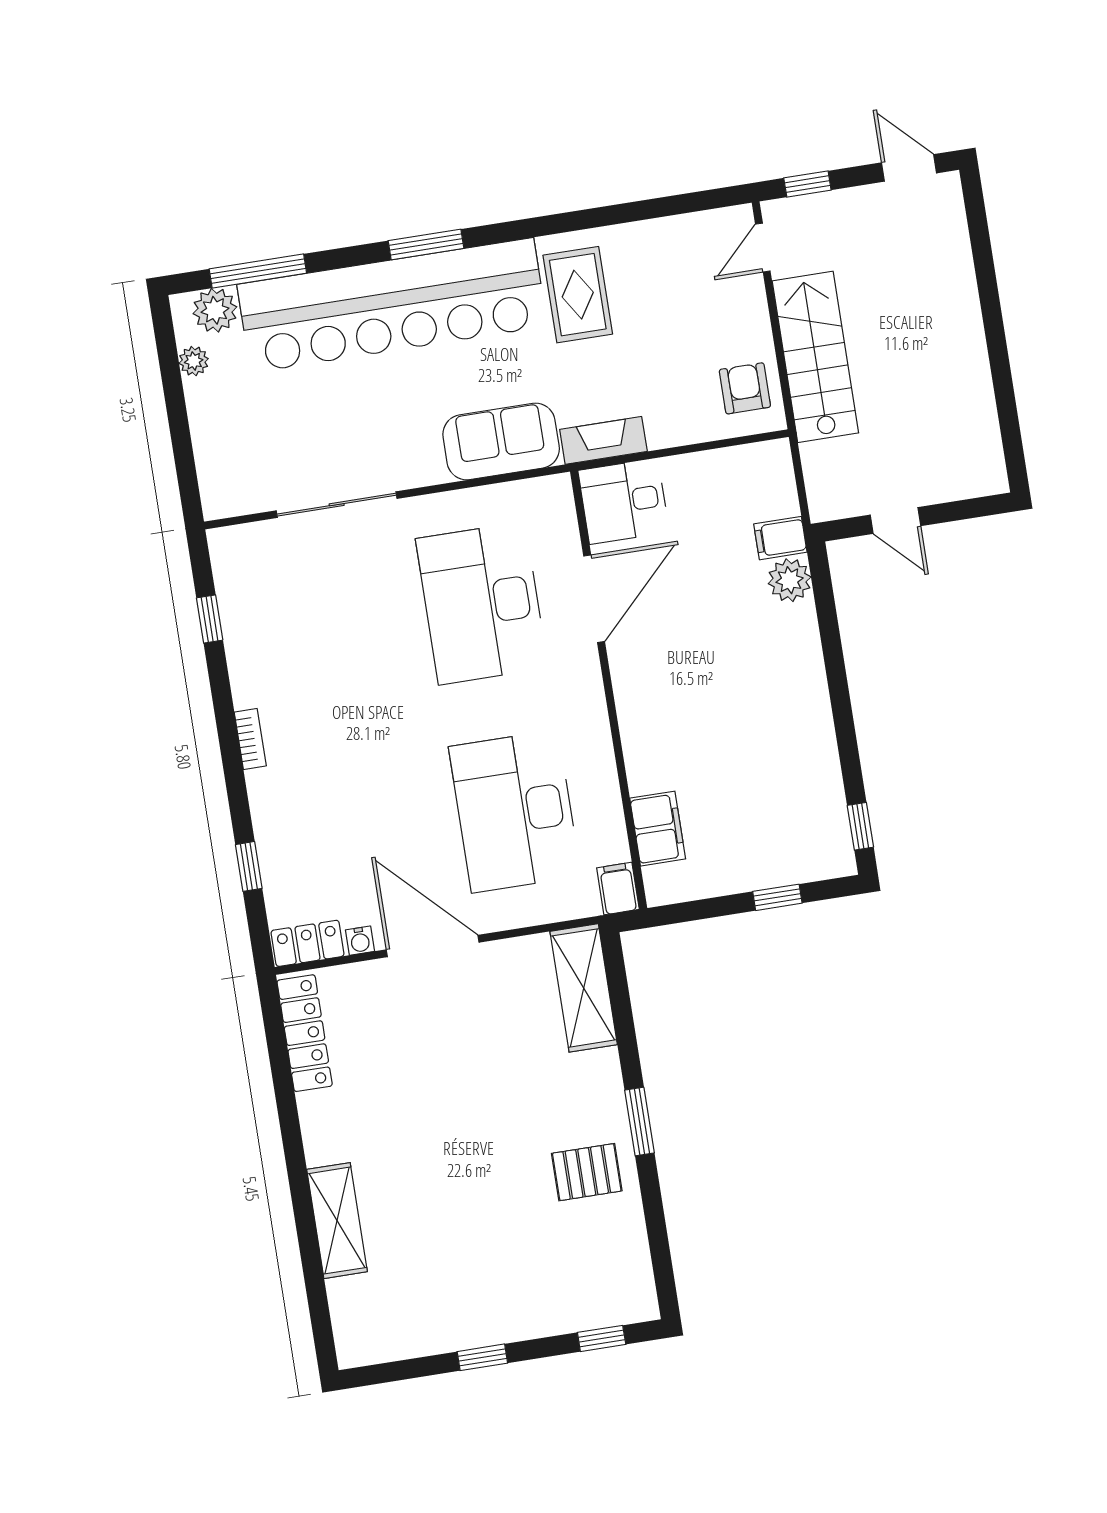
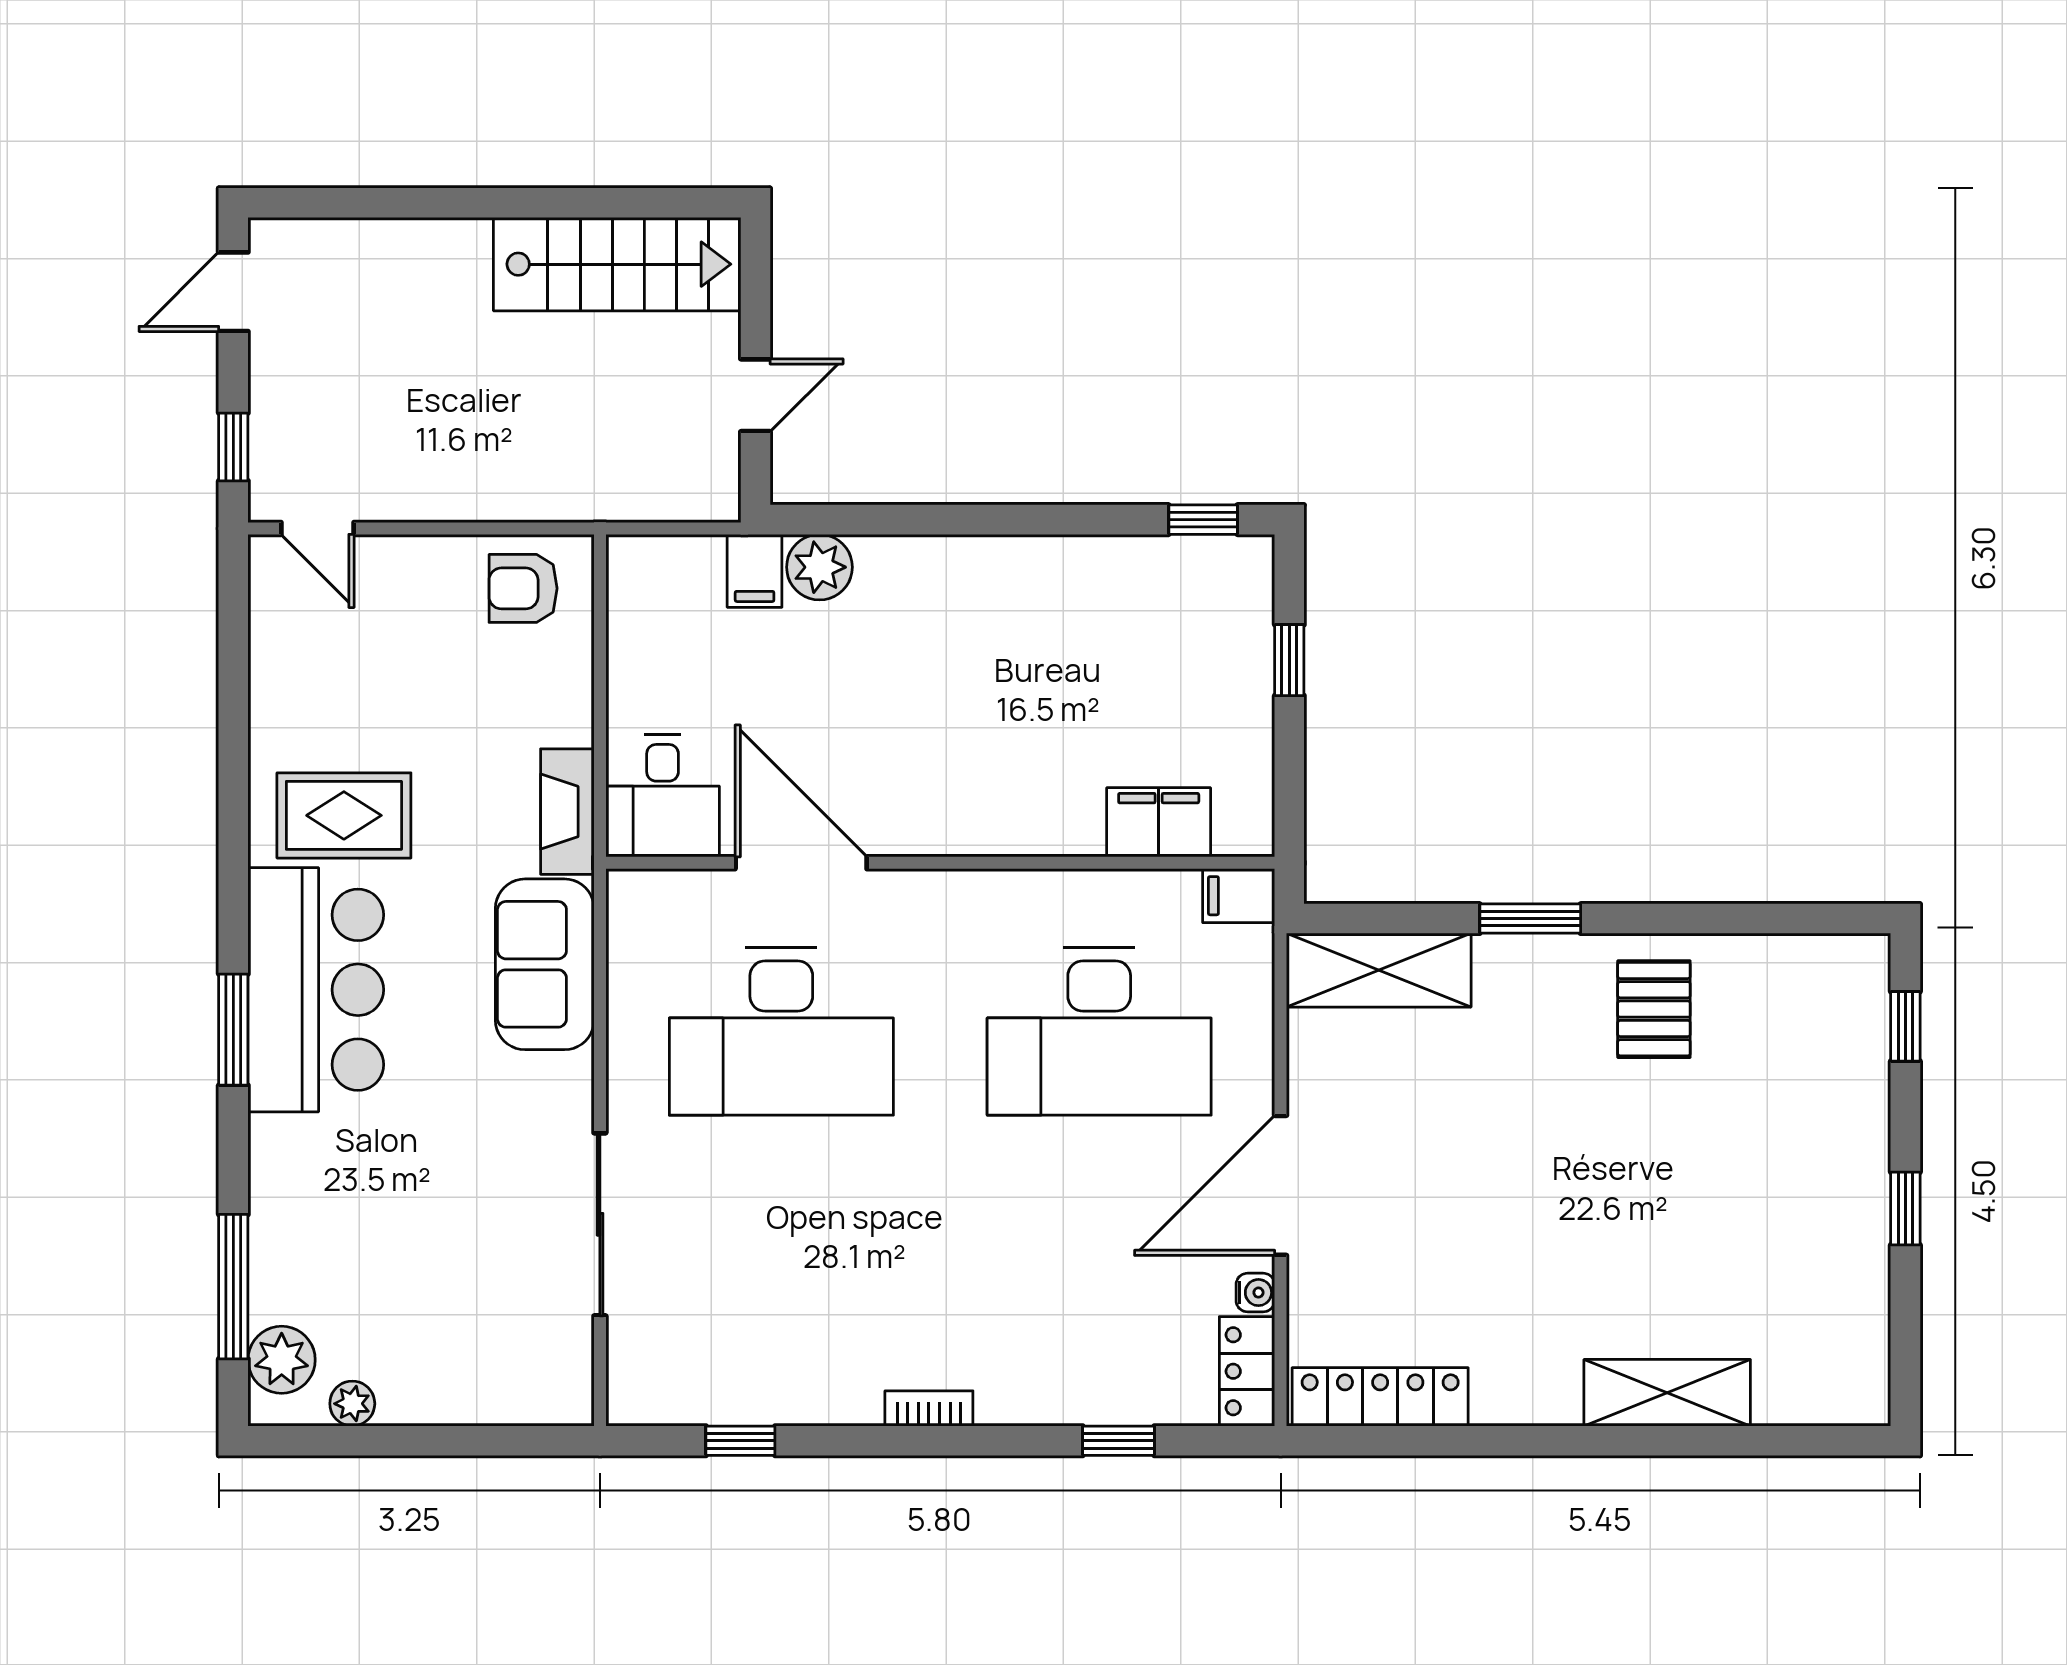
bar counter: (392, 305) -> (316, 990), width x0.54
stairs: (815, 357) -> (617, 264), moved, turned 180
window: (639, 1121) -> (1530, 919), moved

